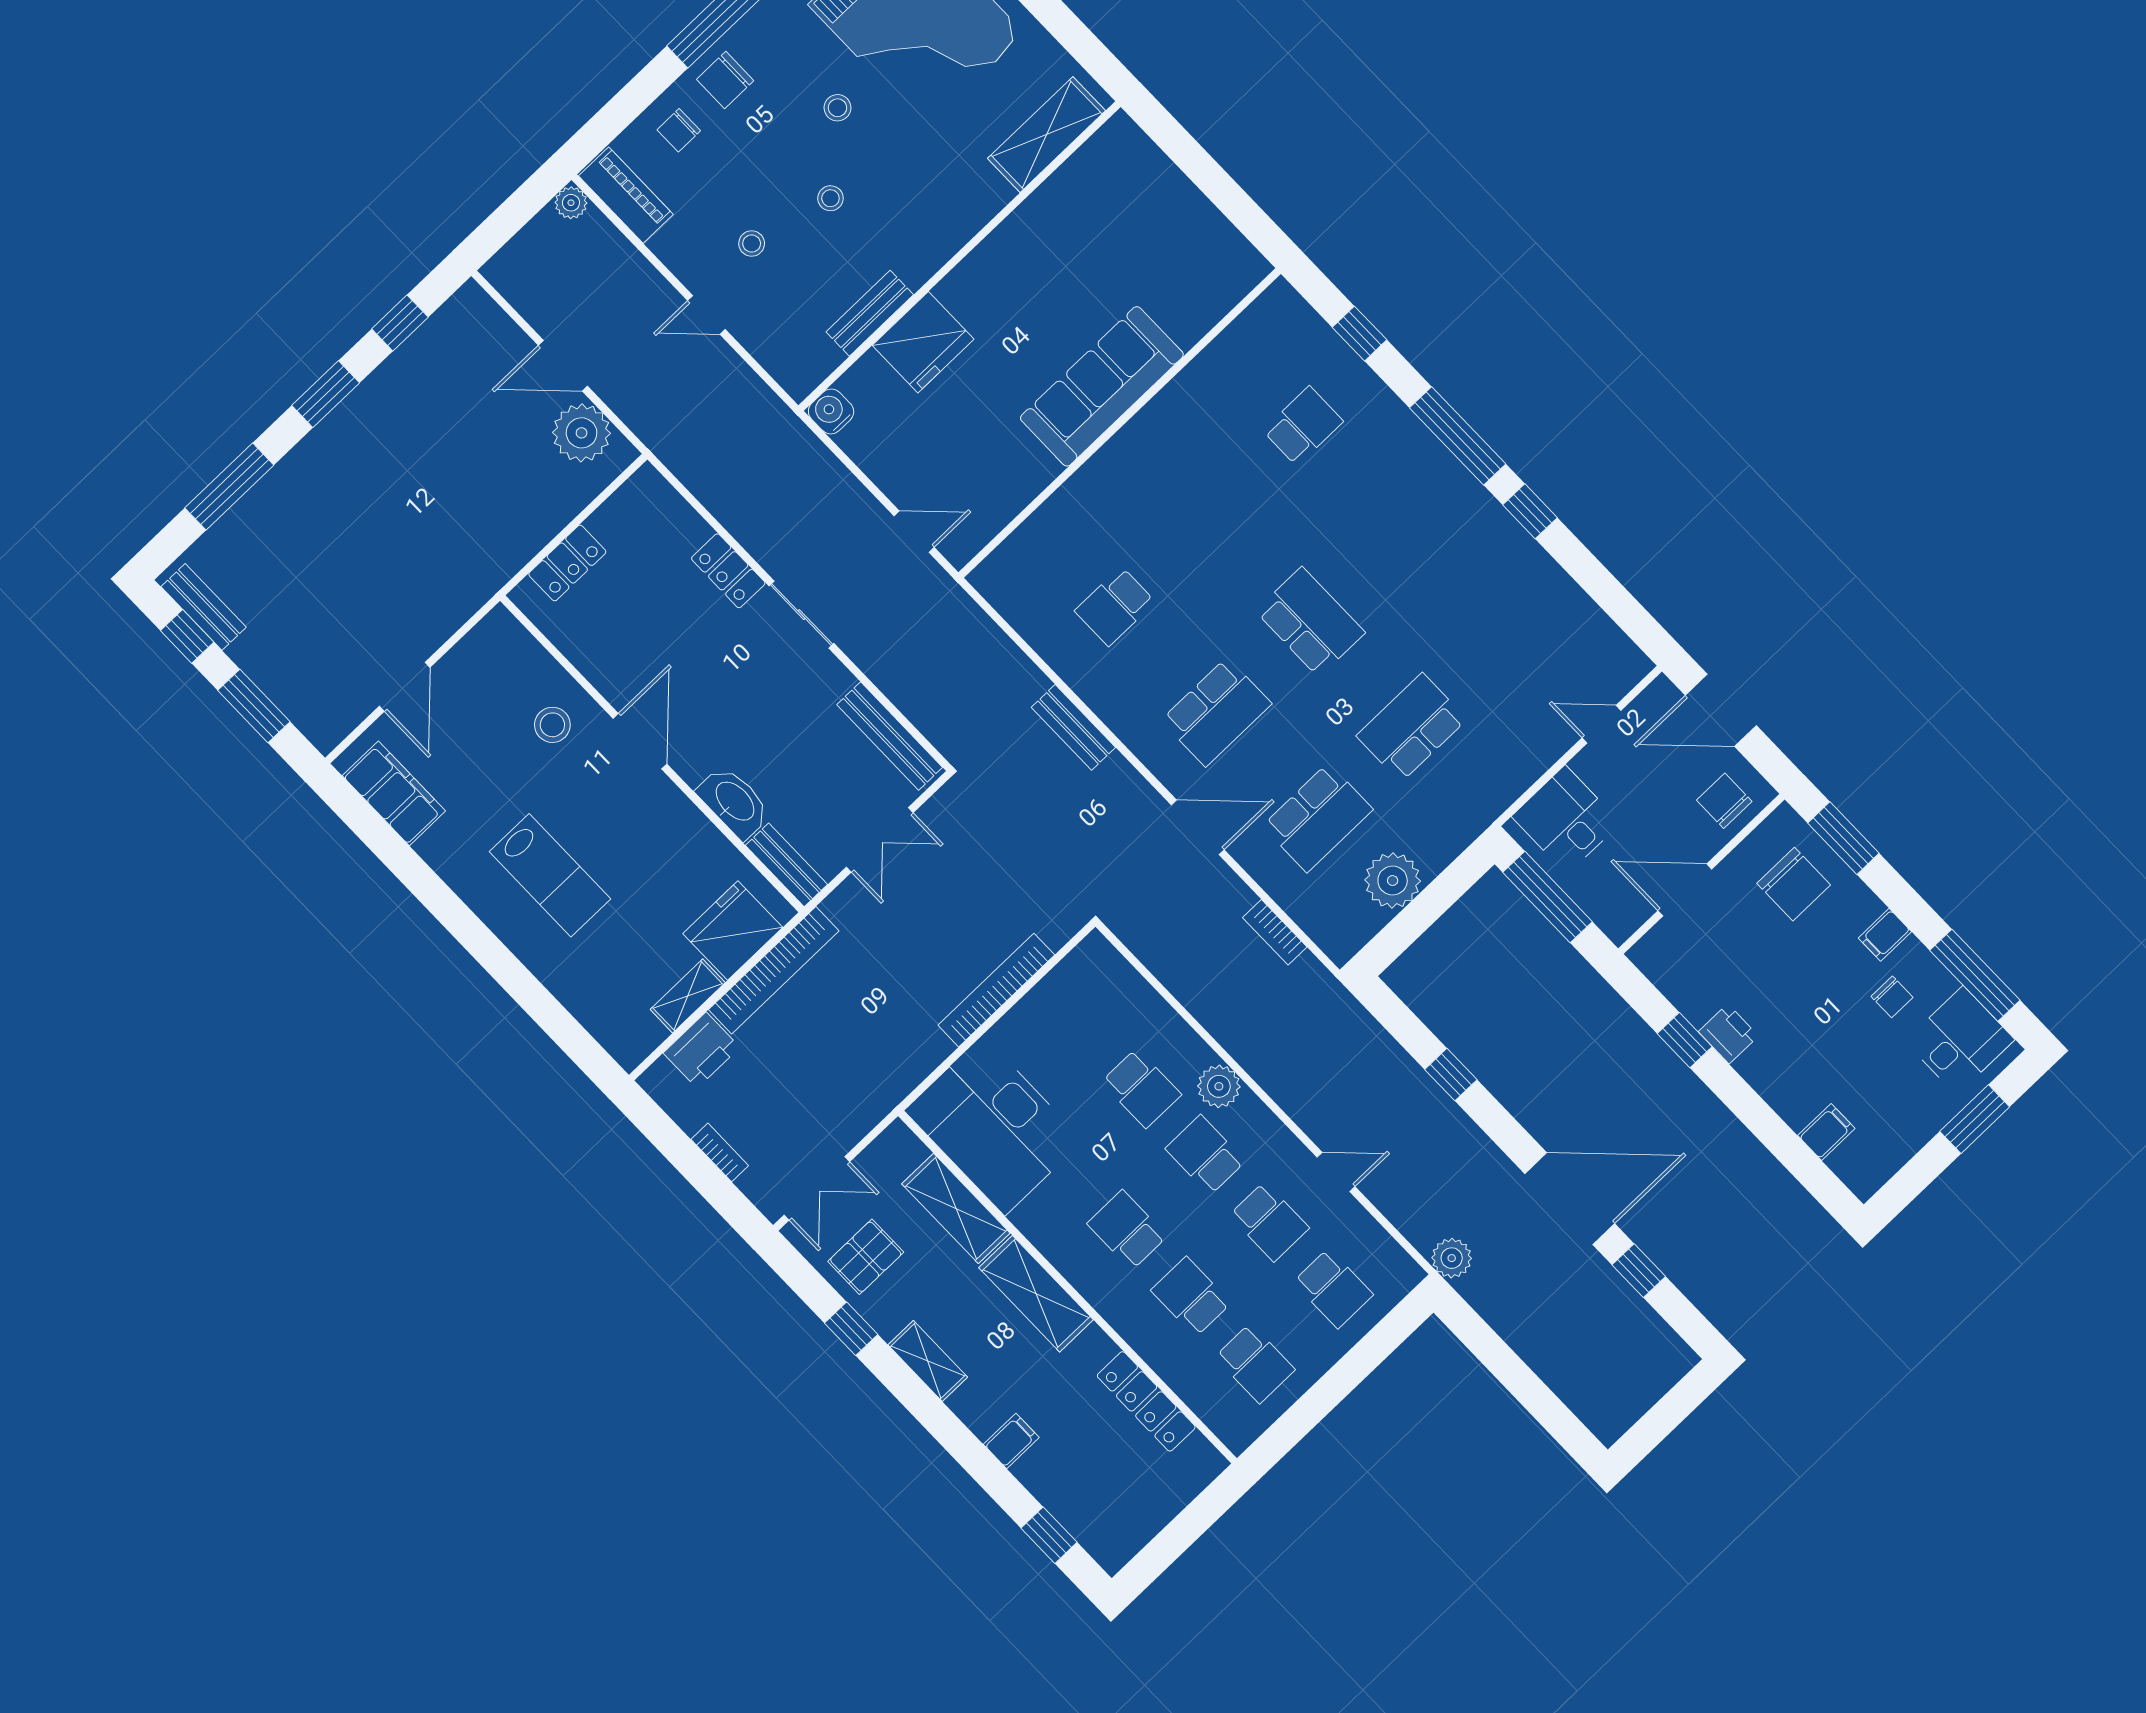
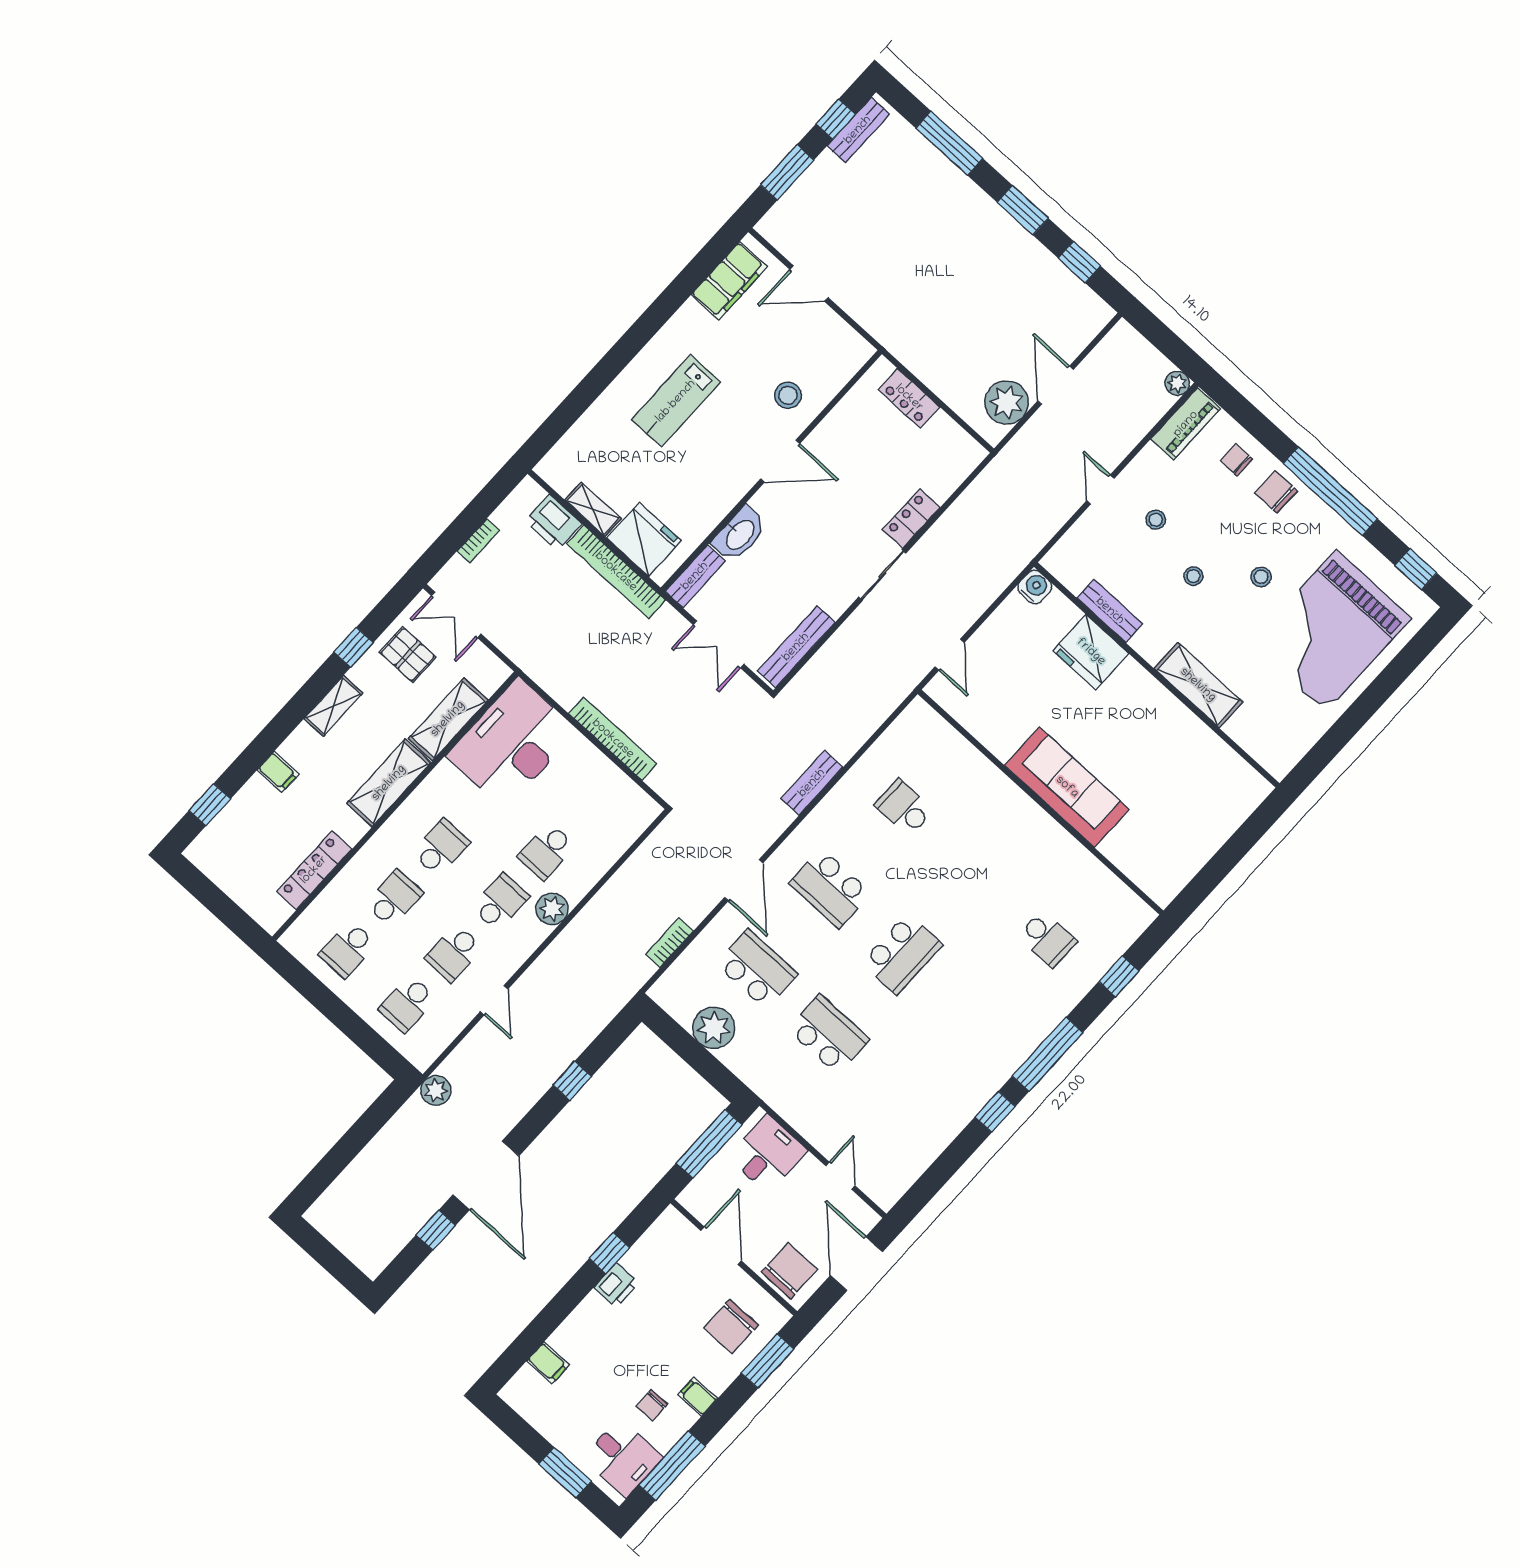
shelving: (1047, 135) -> (1198, 685), moved
chair: (1724, 801) -> (789, 1271), width x1.37, depth x1.37
school desk: (1318, 818) -> (757, 969), turned 180

